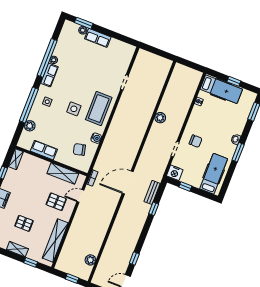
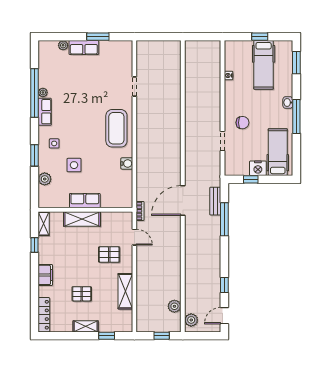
window: (84, 23) -> (98, 37), moved
hospital bed: (221, 89) -> (264, 65), moved, turned 90
window: (29, 105) -> (34, 155), width x0.47
side table: (74, 109) -> (74, 165), moved
plant: (160, 118) -> (191, 320), moved
row of seats: (44, 150) -> (85, 201), moved
chair: (79, 150) -> (112, 184), removed
window: (238, 152) -> (296, 116), width x1.44
shelving: (63, 173) -> (82, 219), moved
nightstand: (175, 173) -> (258, 168), moved
door: (80, 196) -> (134, 237), swing flipped
window: (154, 209) -> (224, 219), width x2.17
shelving: (55, 241) -> (125, 291), width x0.68

